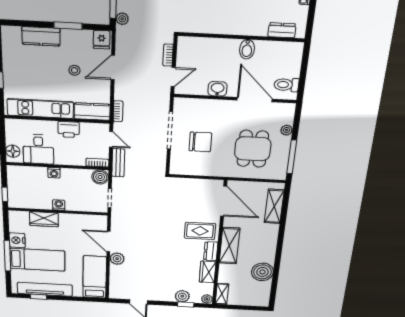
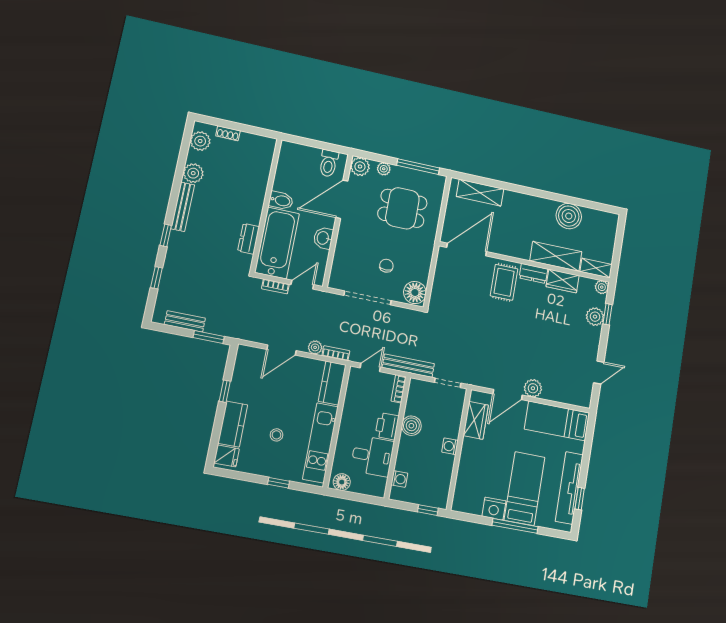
plant: (122, 19) -> (315, 347), moved
window: (68, 26) -> (225, 391), width x0.67
dresser: (282, 30) -> (249, 239), moved
fridge: (102, 40) -> (227, 456), moved
bathtub: (207, 51) -> (277, 243), added
door: (113, 67) -> (281, 350), hinge flipped
stool: (74, 70) -> (276, 435), moved
door: (173, 77) -> (302, 285), hinge flipped
plant: (286, 111) -> (360, 167), added
printer: (69, 129) -> (387, 426), moved, turned 180
chair: (200, 142) -> (386, 266), width x0.54, depth x0.54
floor lamp: (13, 151) -> (342, 482), moved
bench: (118, 163) -> (408, 366), width x1.36
floor lamp: (181, 166) -> (415, 293), added
washing machine: (54, 173) -> (399, 479), moved
boiler: (100, 177) -> (411, 426), moved
wardrobe: (44, 219) -> (476, 420), moved
shelving: (229, 246) -> (556, 256), moved

